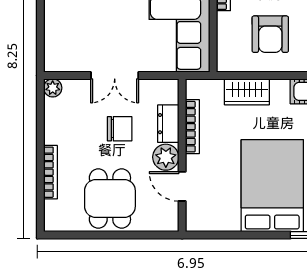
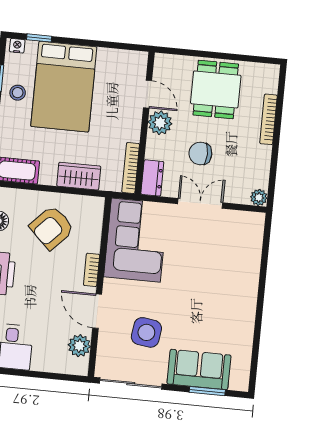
armchair: (270, 34) -> (52, 228), turned -136
dresser: (168, 124) -> (152, 178), moved
bookcase: (192, 127) -> (131, 168), moved

